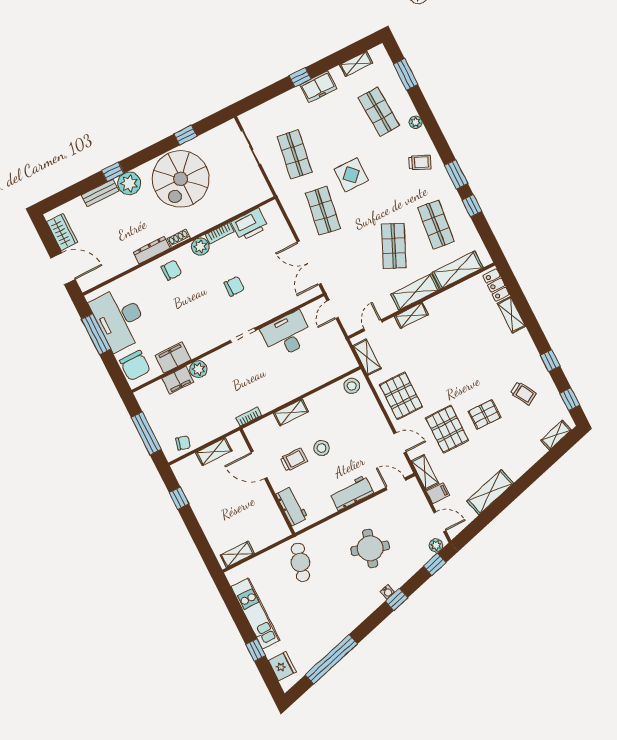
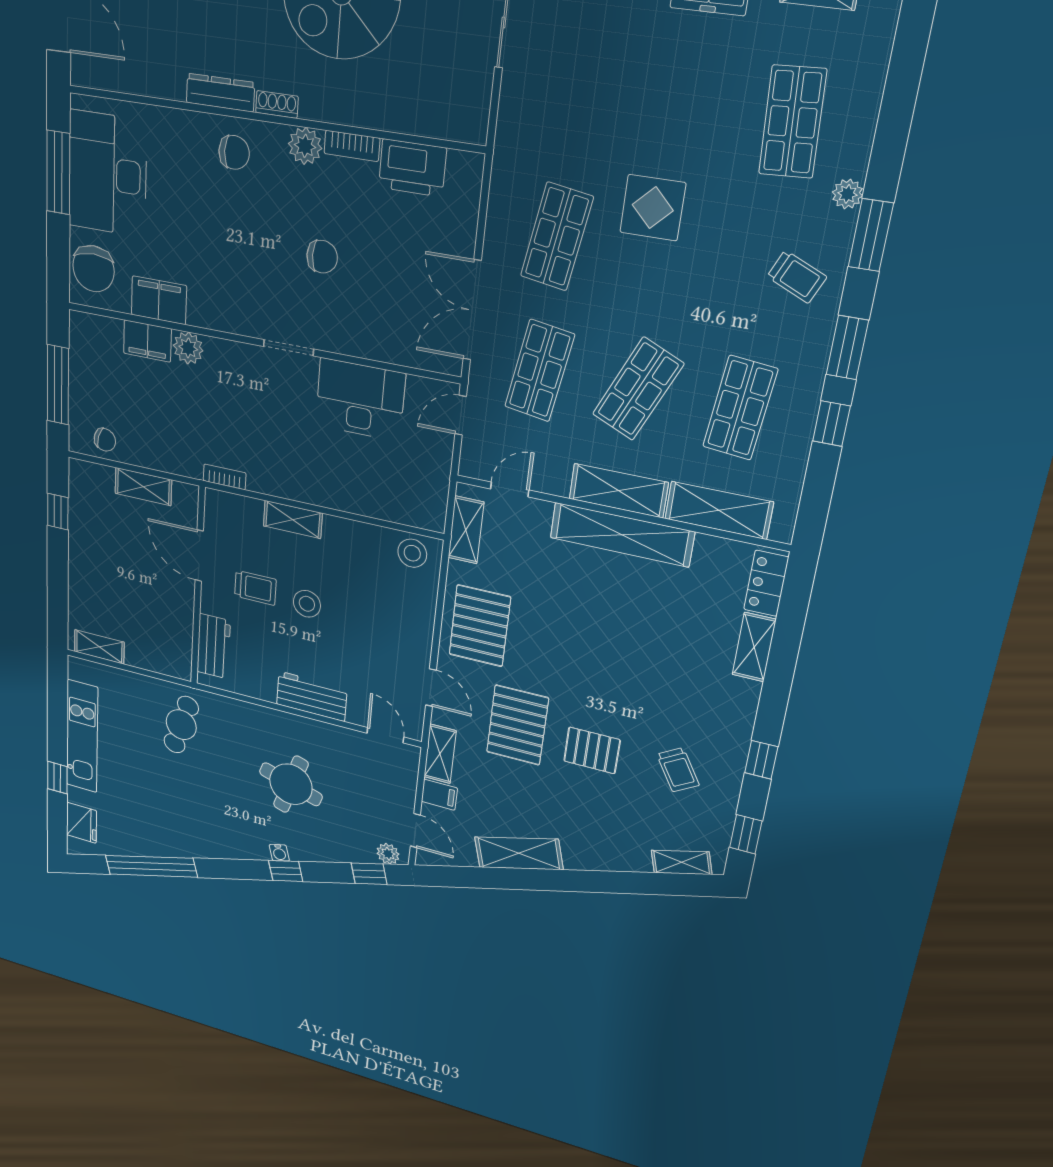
window: (406, 74) -> (871, 235), moved
shop shelf: (295, 154) -> (539, 371), moved
shelving: (411, 315) -> (622, 535), width x2.20, depth x1.33

